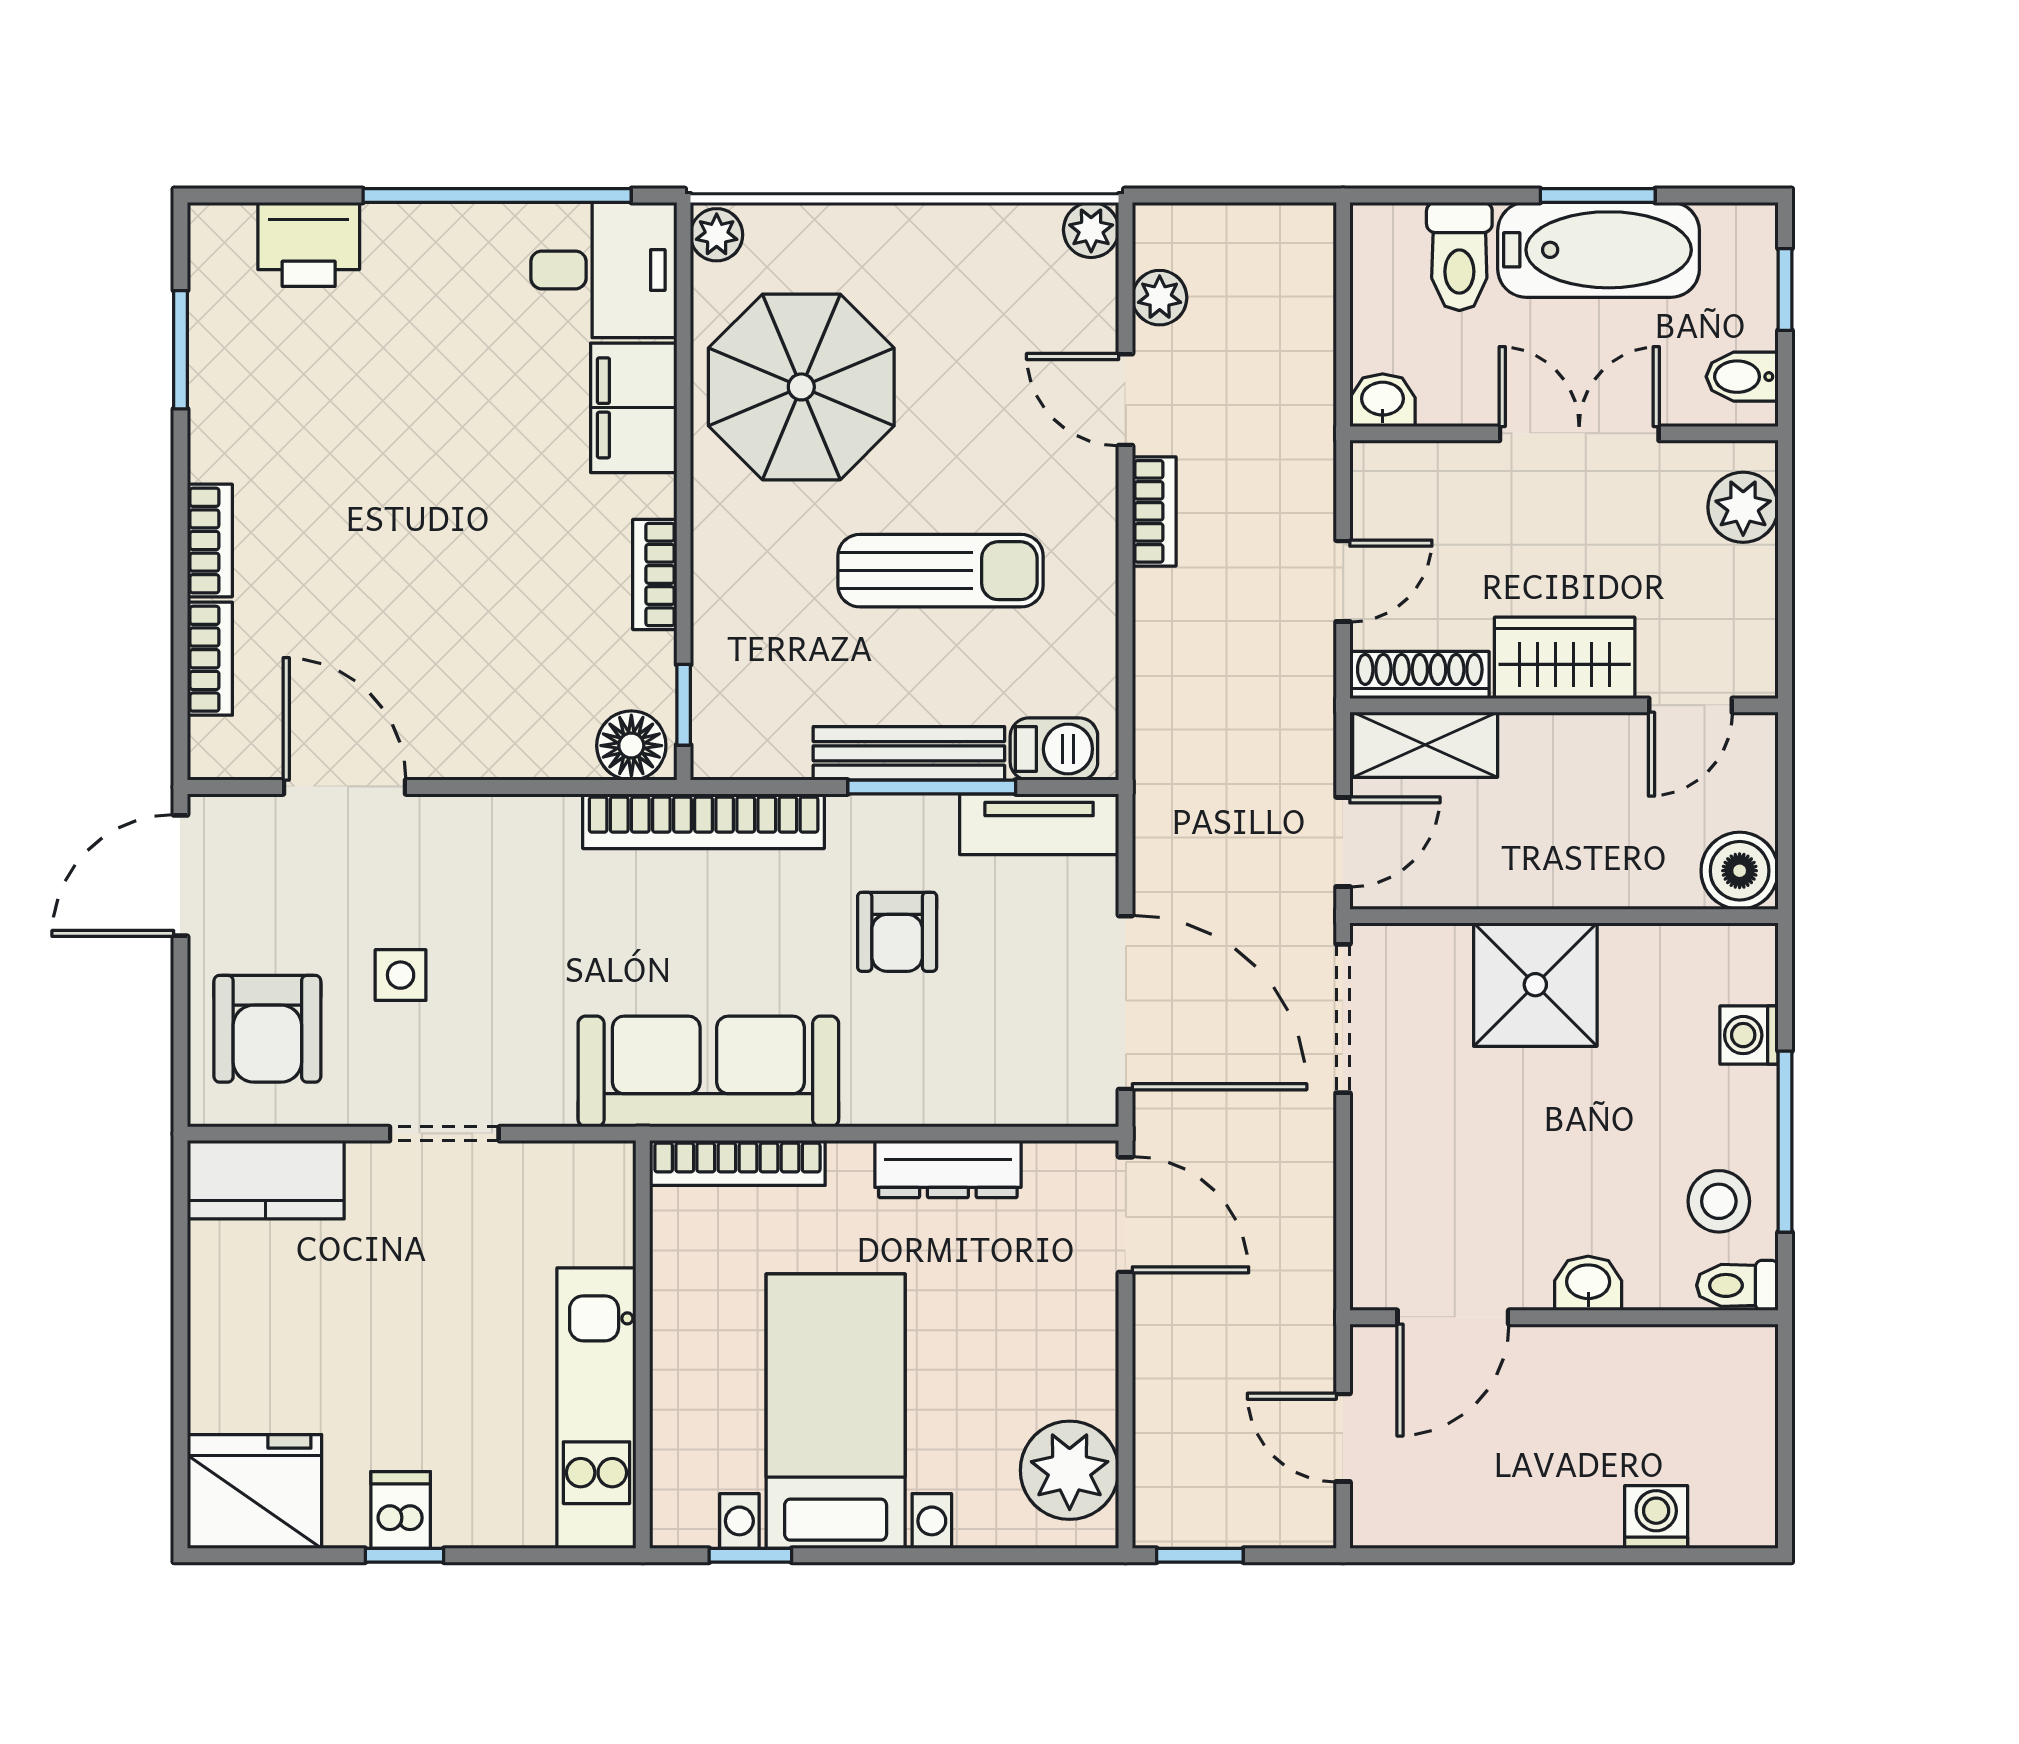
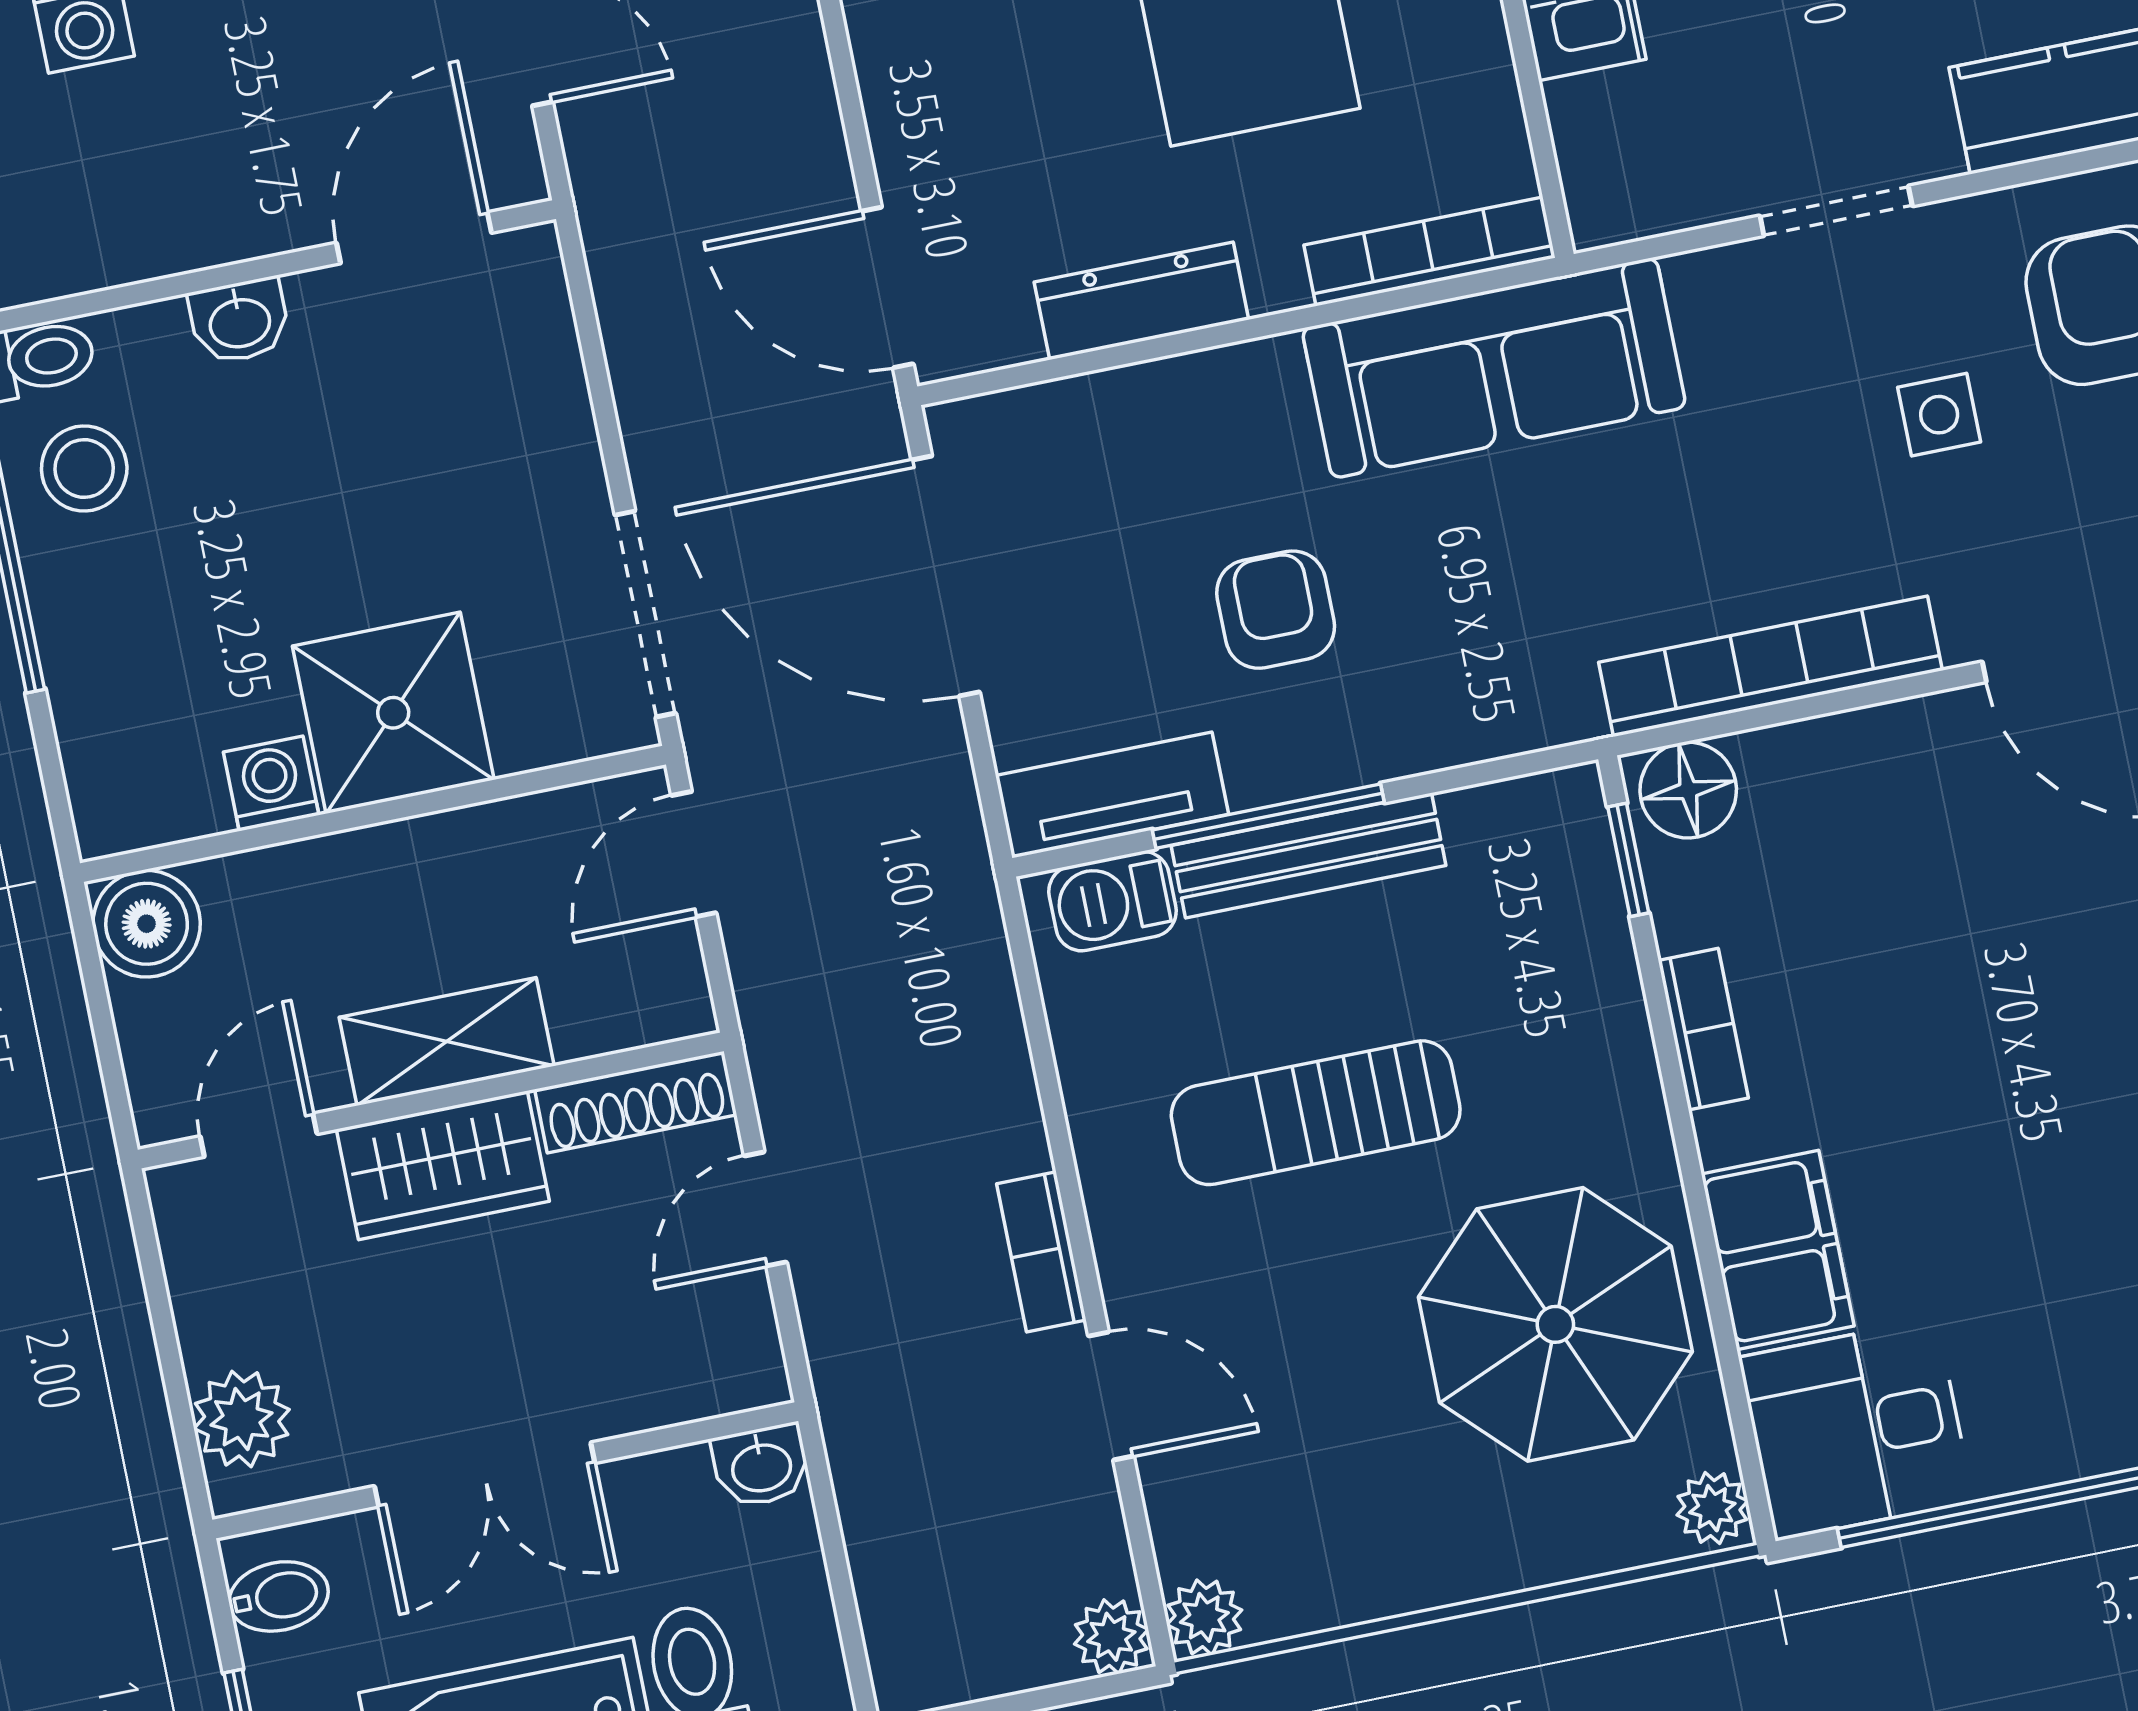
plant: (1160, 298) -> (1111, 1637), moved
shelving: (1425, 745) -> (447, 1042), moved
bookcase: (704, 821) -> (1771, 666), moved
washing machine: (1749, 1035) -> (271, 783), moved, turned -90

